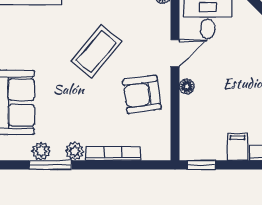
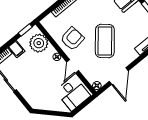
coffee table: (96, 51) -> (105, 41), width x1.36, depth x1.32
plant: (197, 129) -> (39, 43), added

